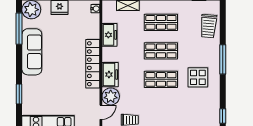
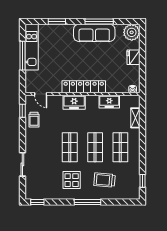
trolley: (208, 26) -> (104, 180), moved
window: (19, 29) -> (99, 21), moved
plant: (111, 96) -> (55, 103), removed

